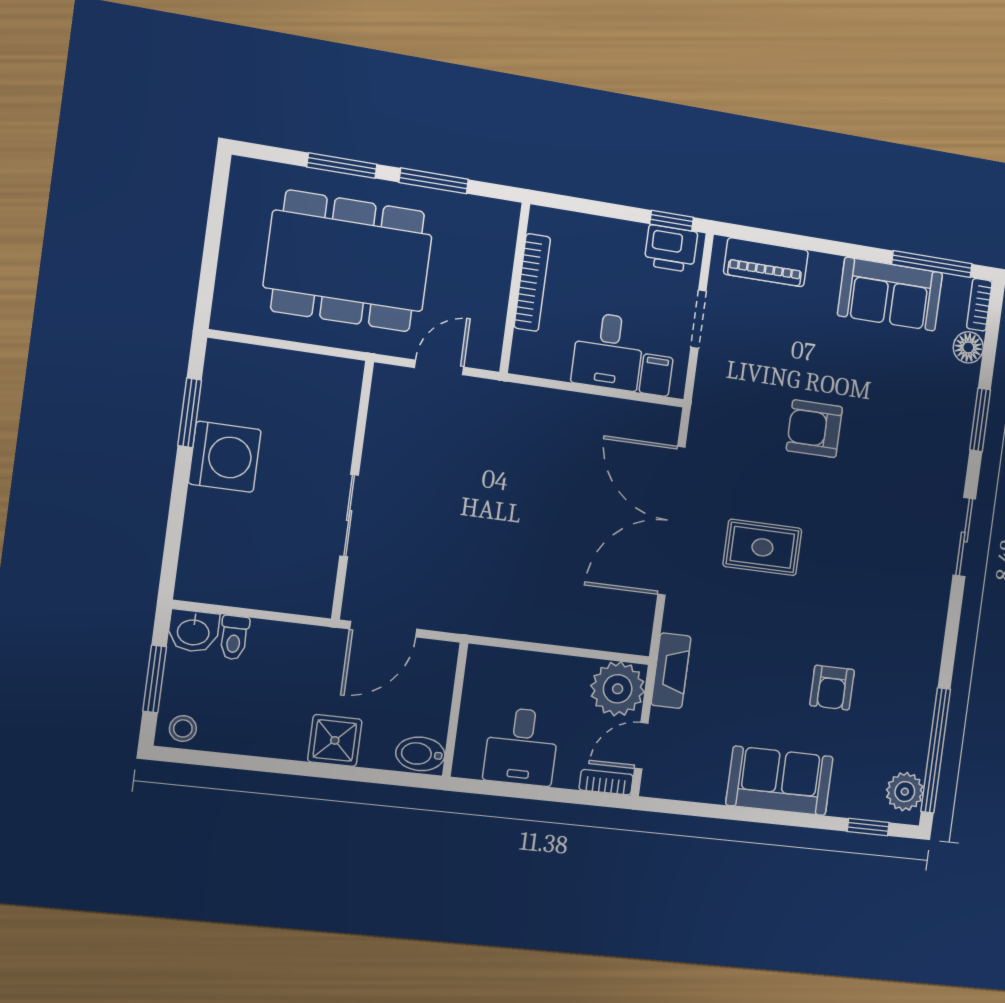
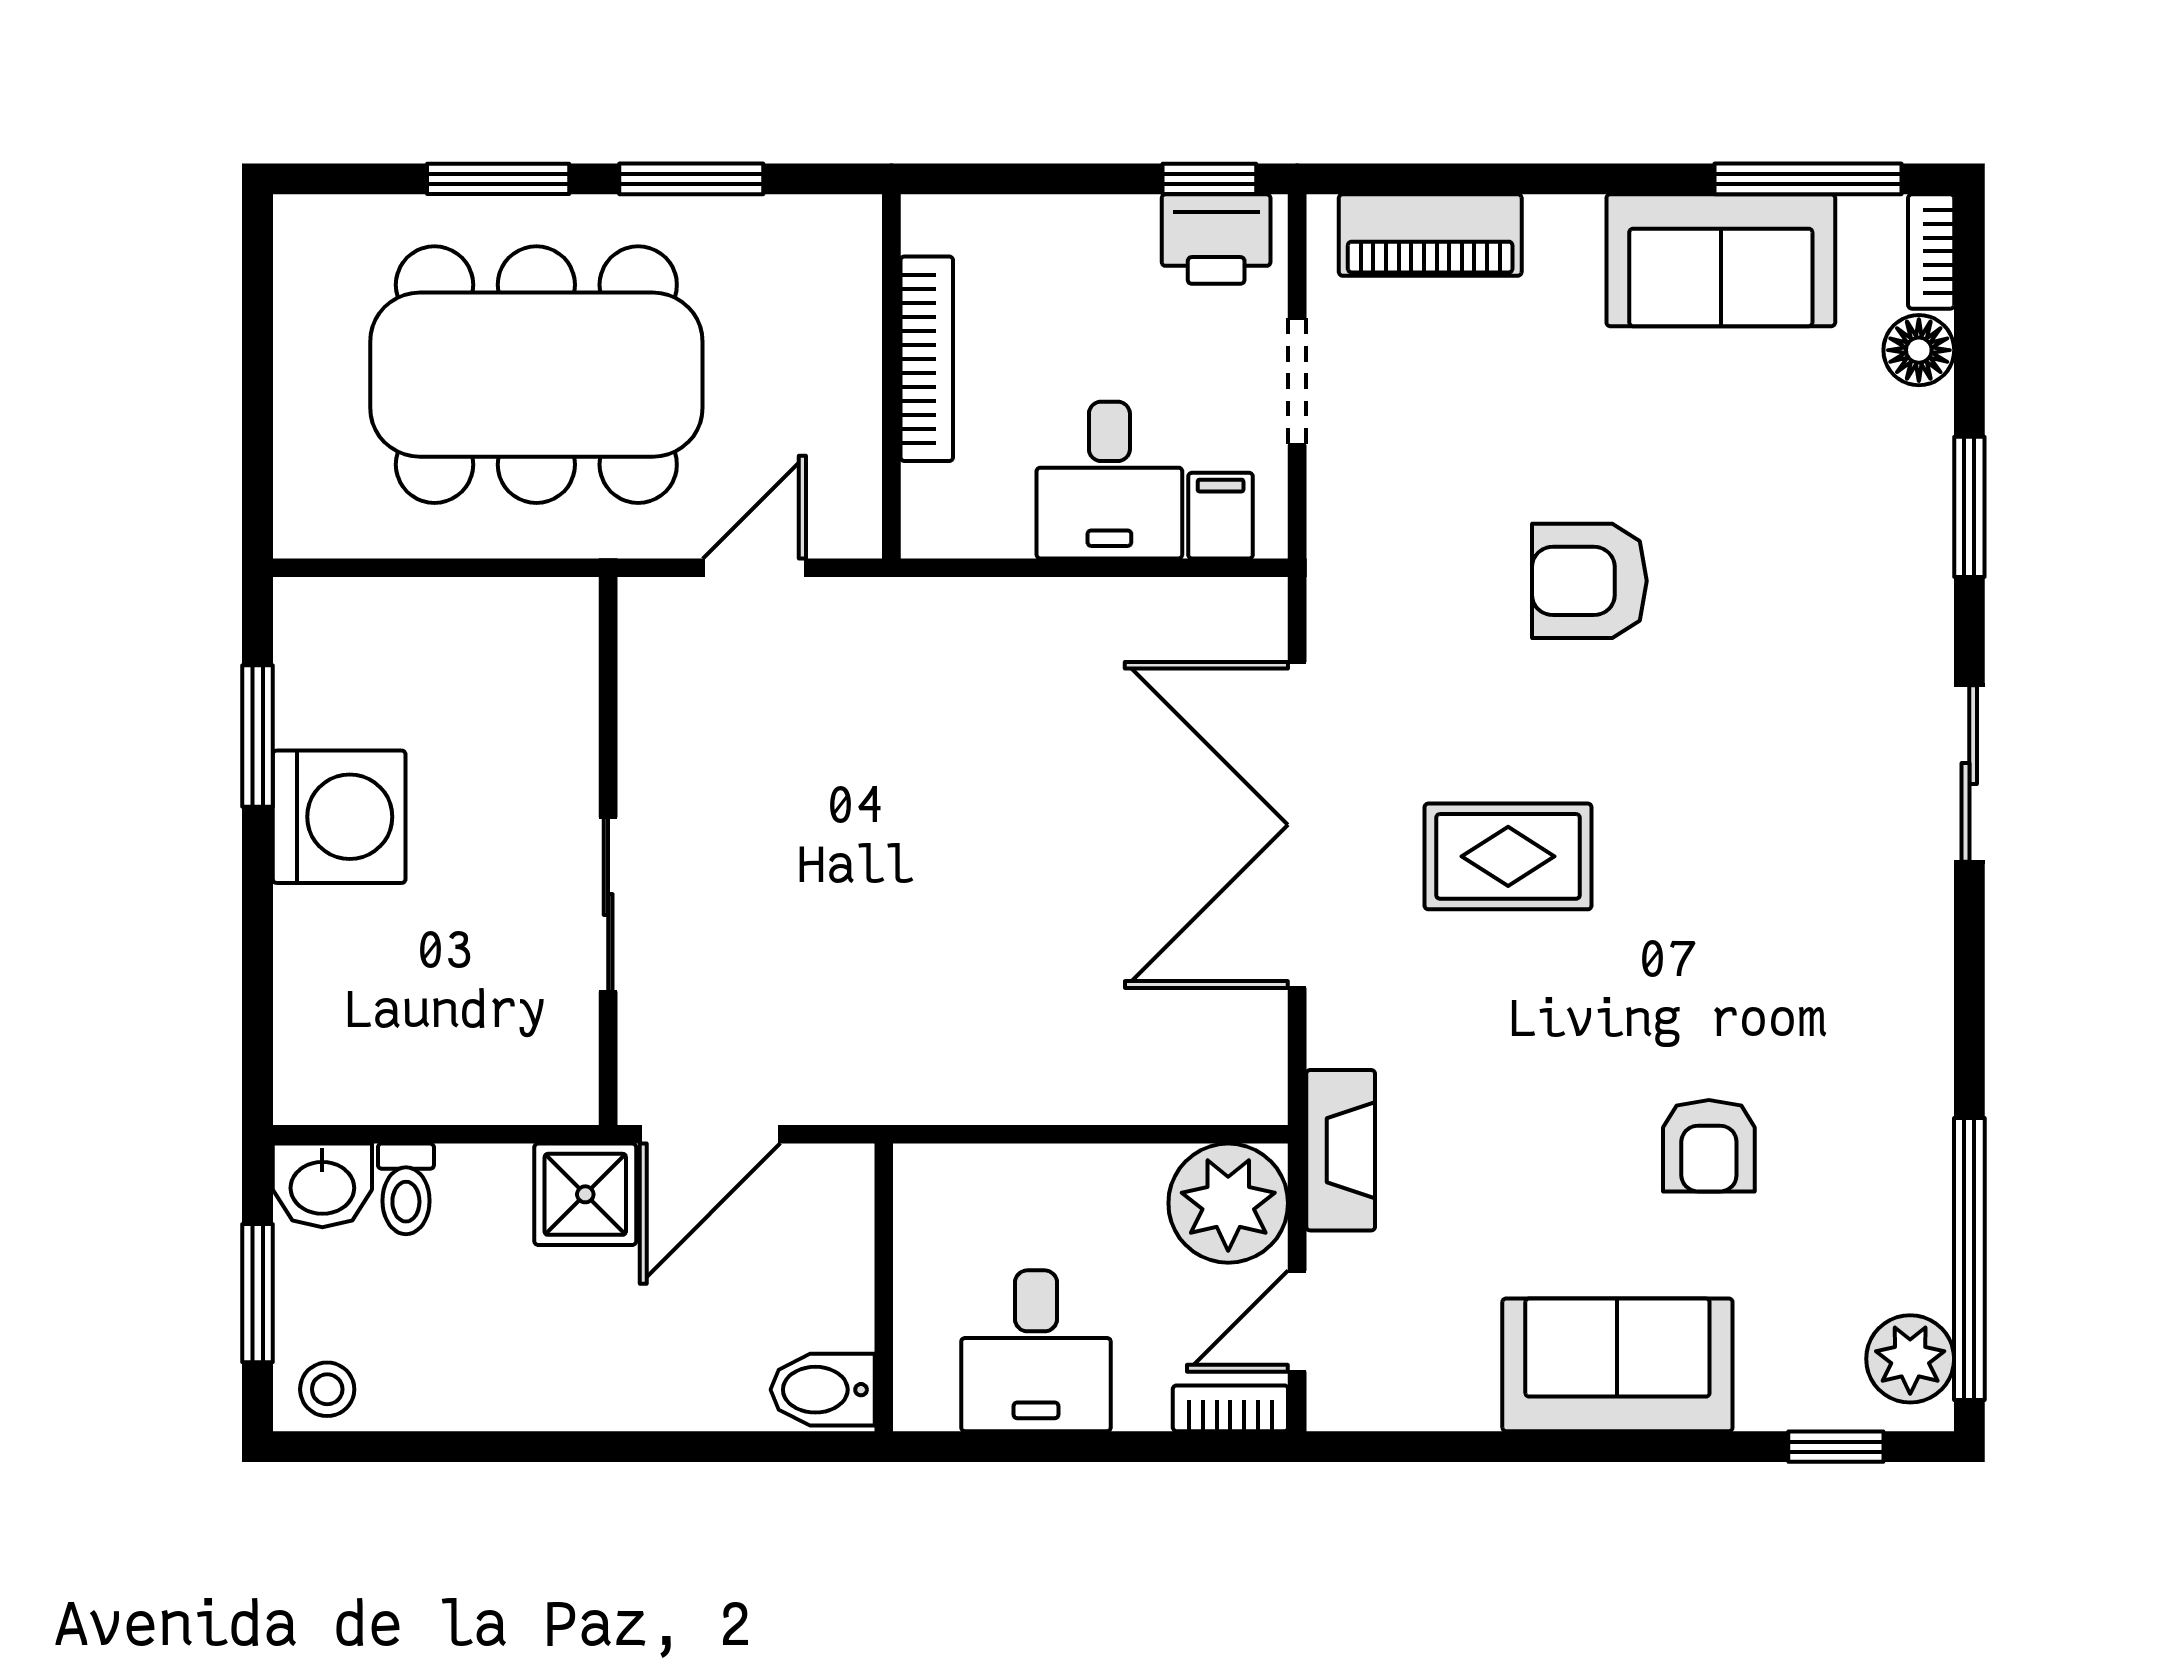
shower: (335, 740) -> (585, 1194), moved

